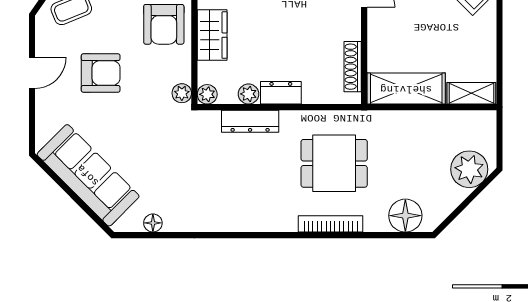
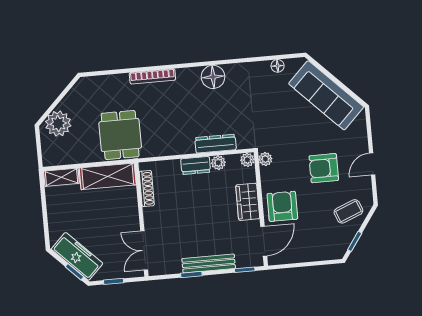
dining table: (334, 163) -> (120, 135), moved, turned 90
floor lamp: (405, 216) -> (213, 77), moved

